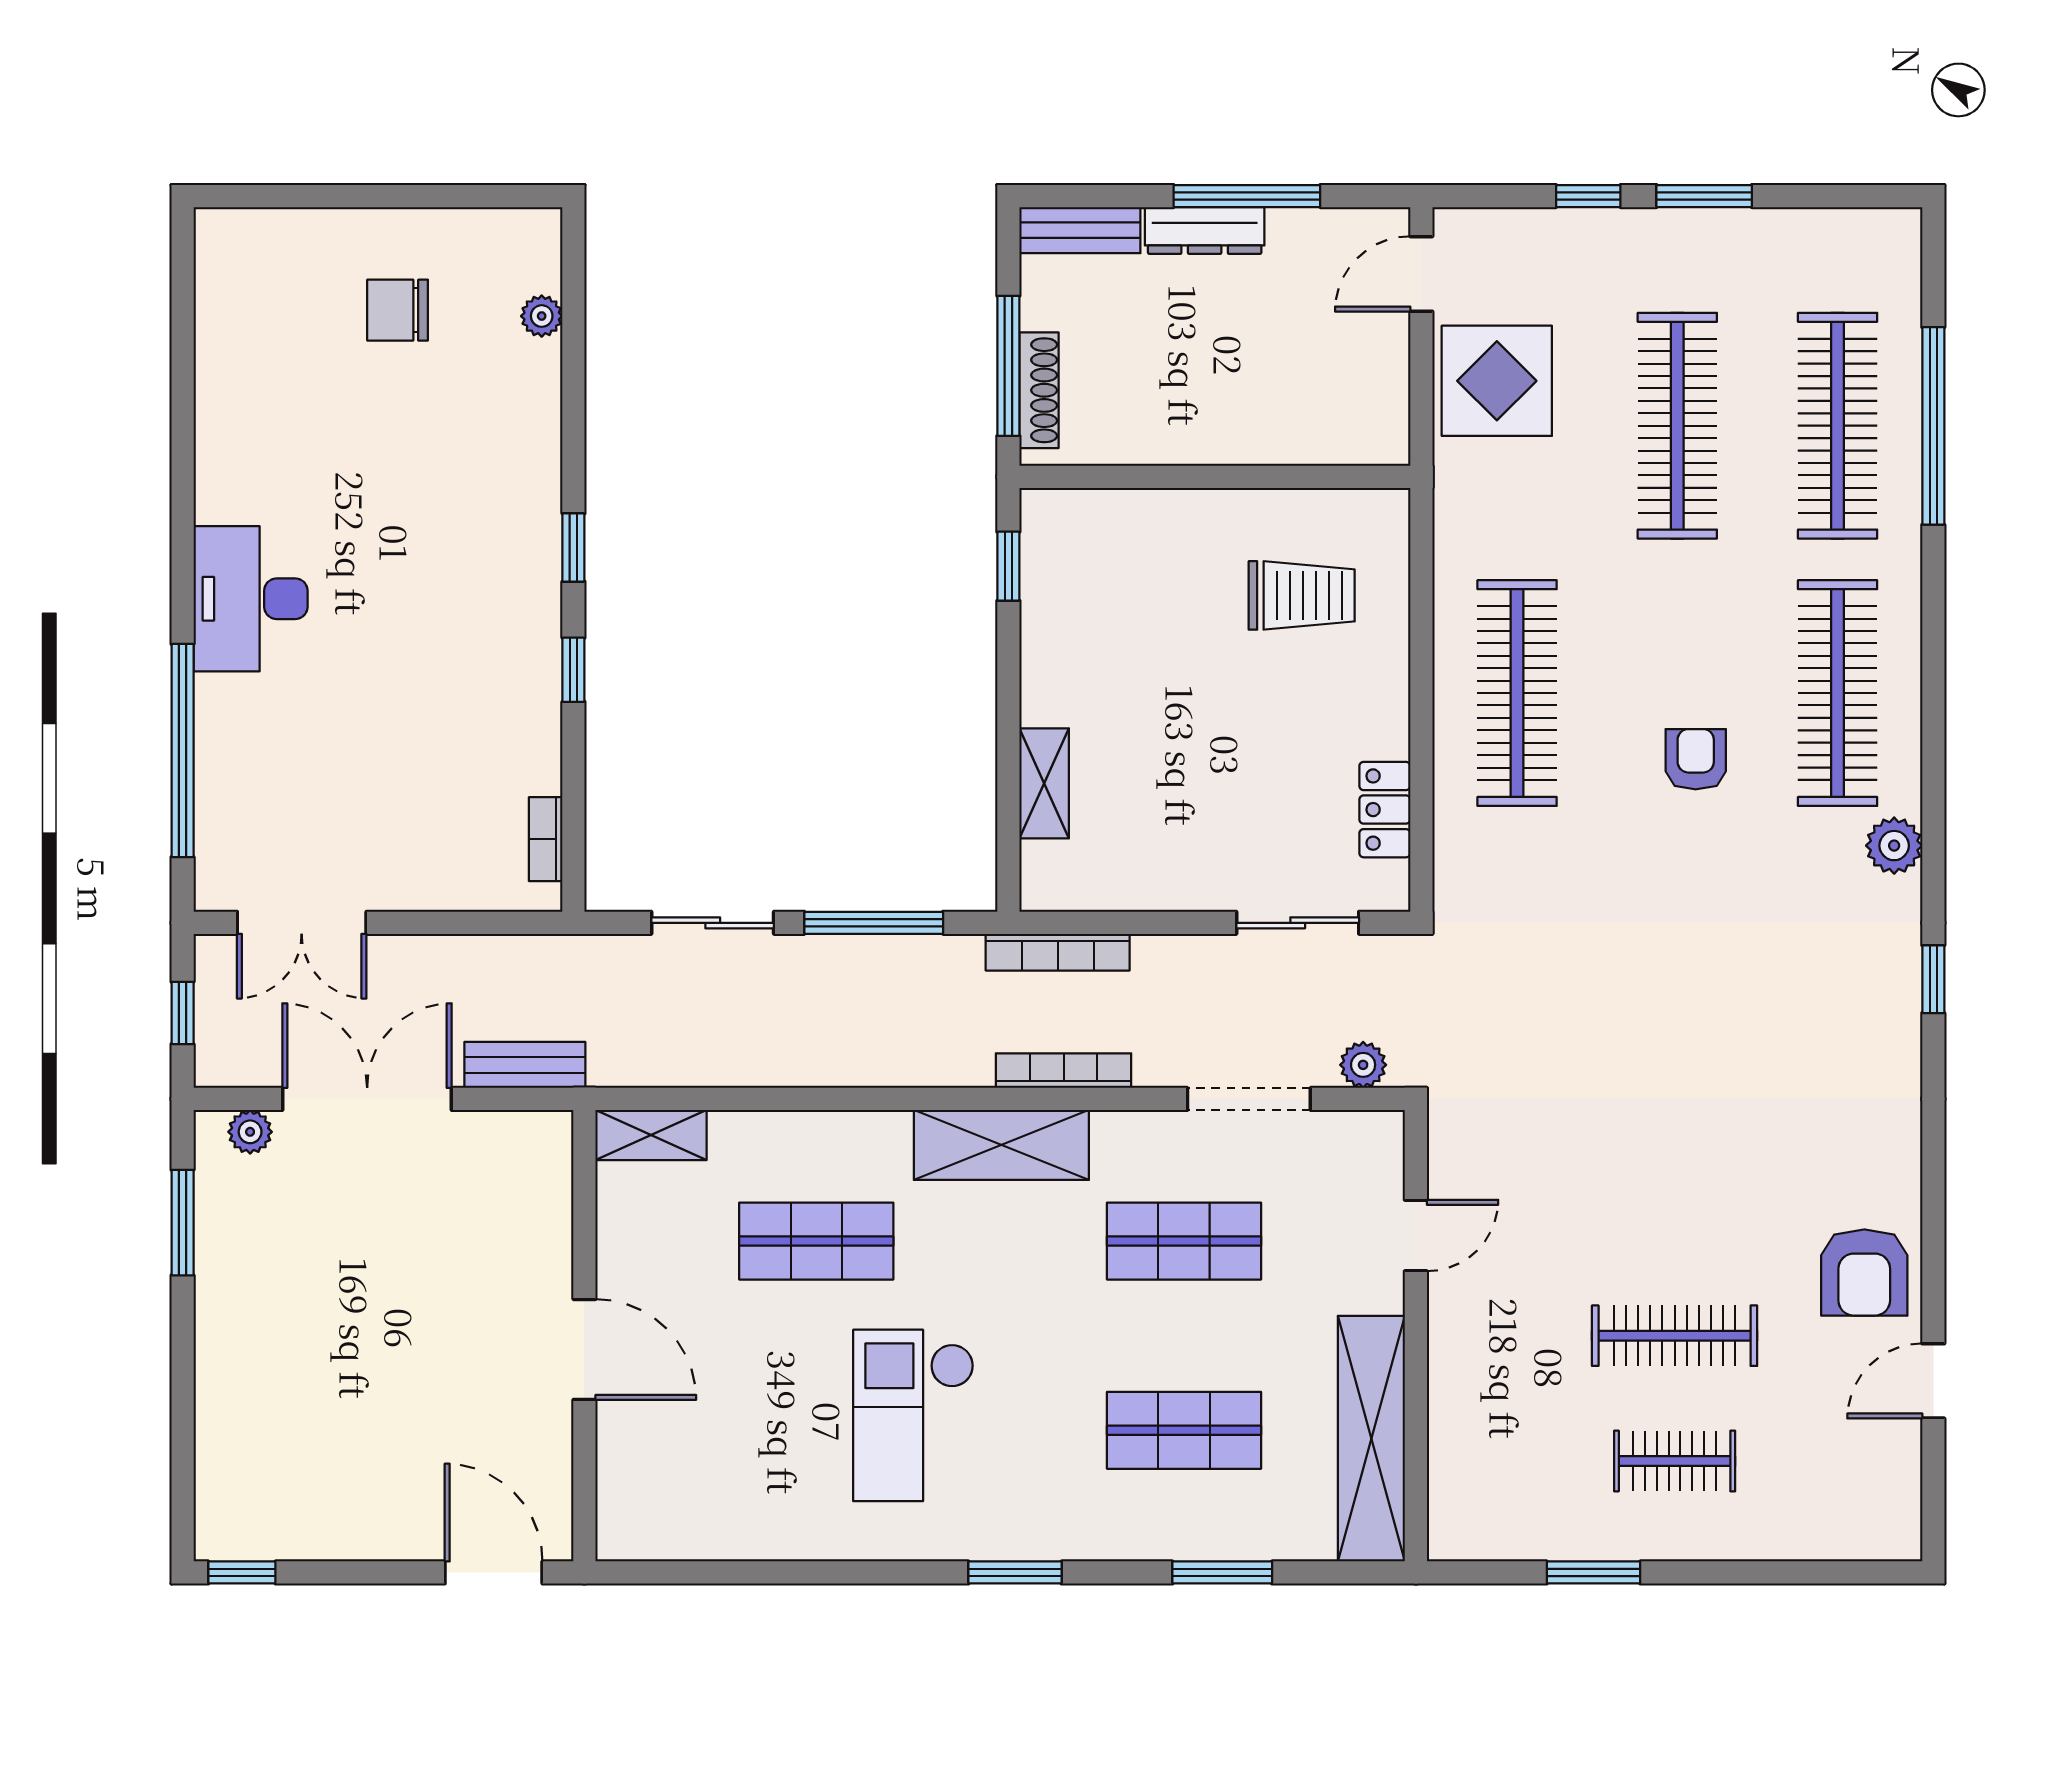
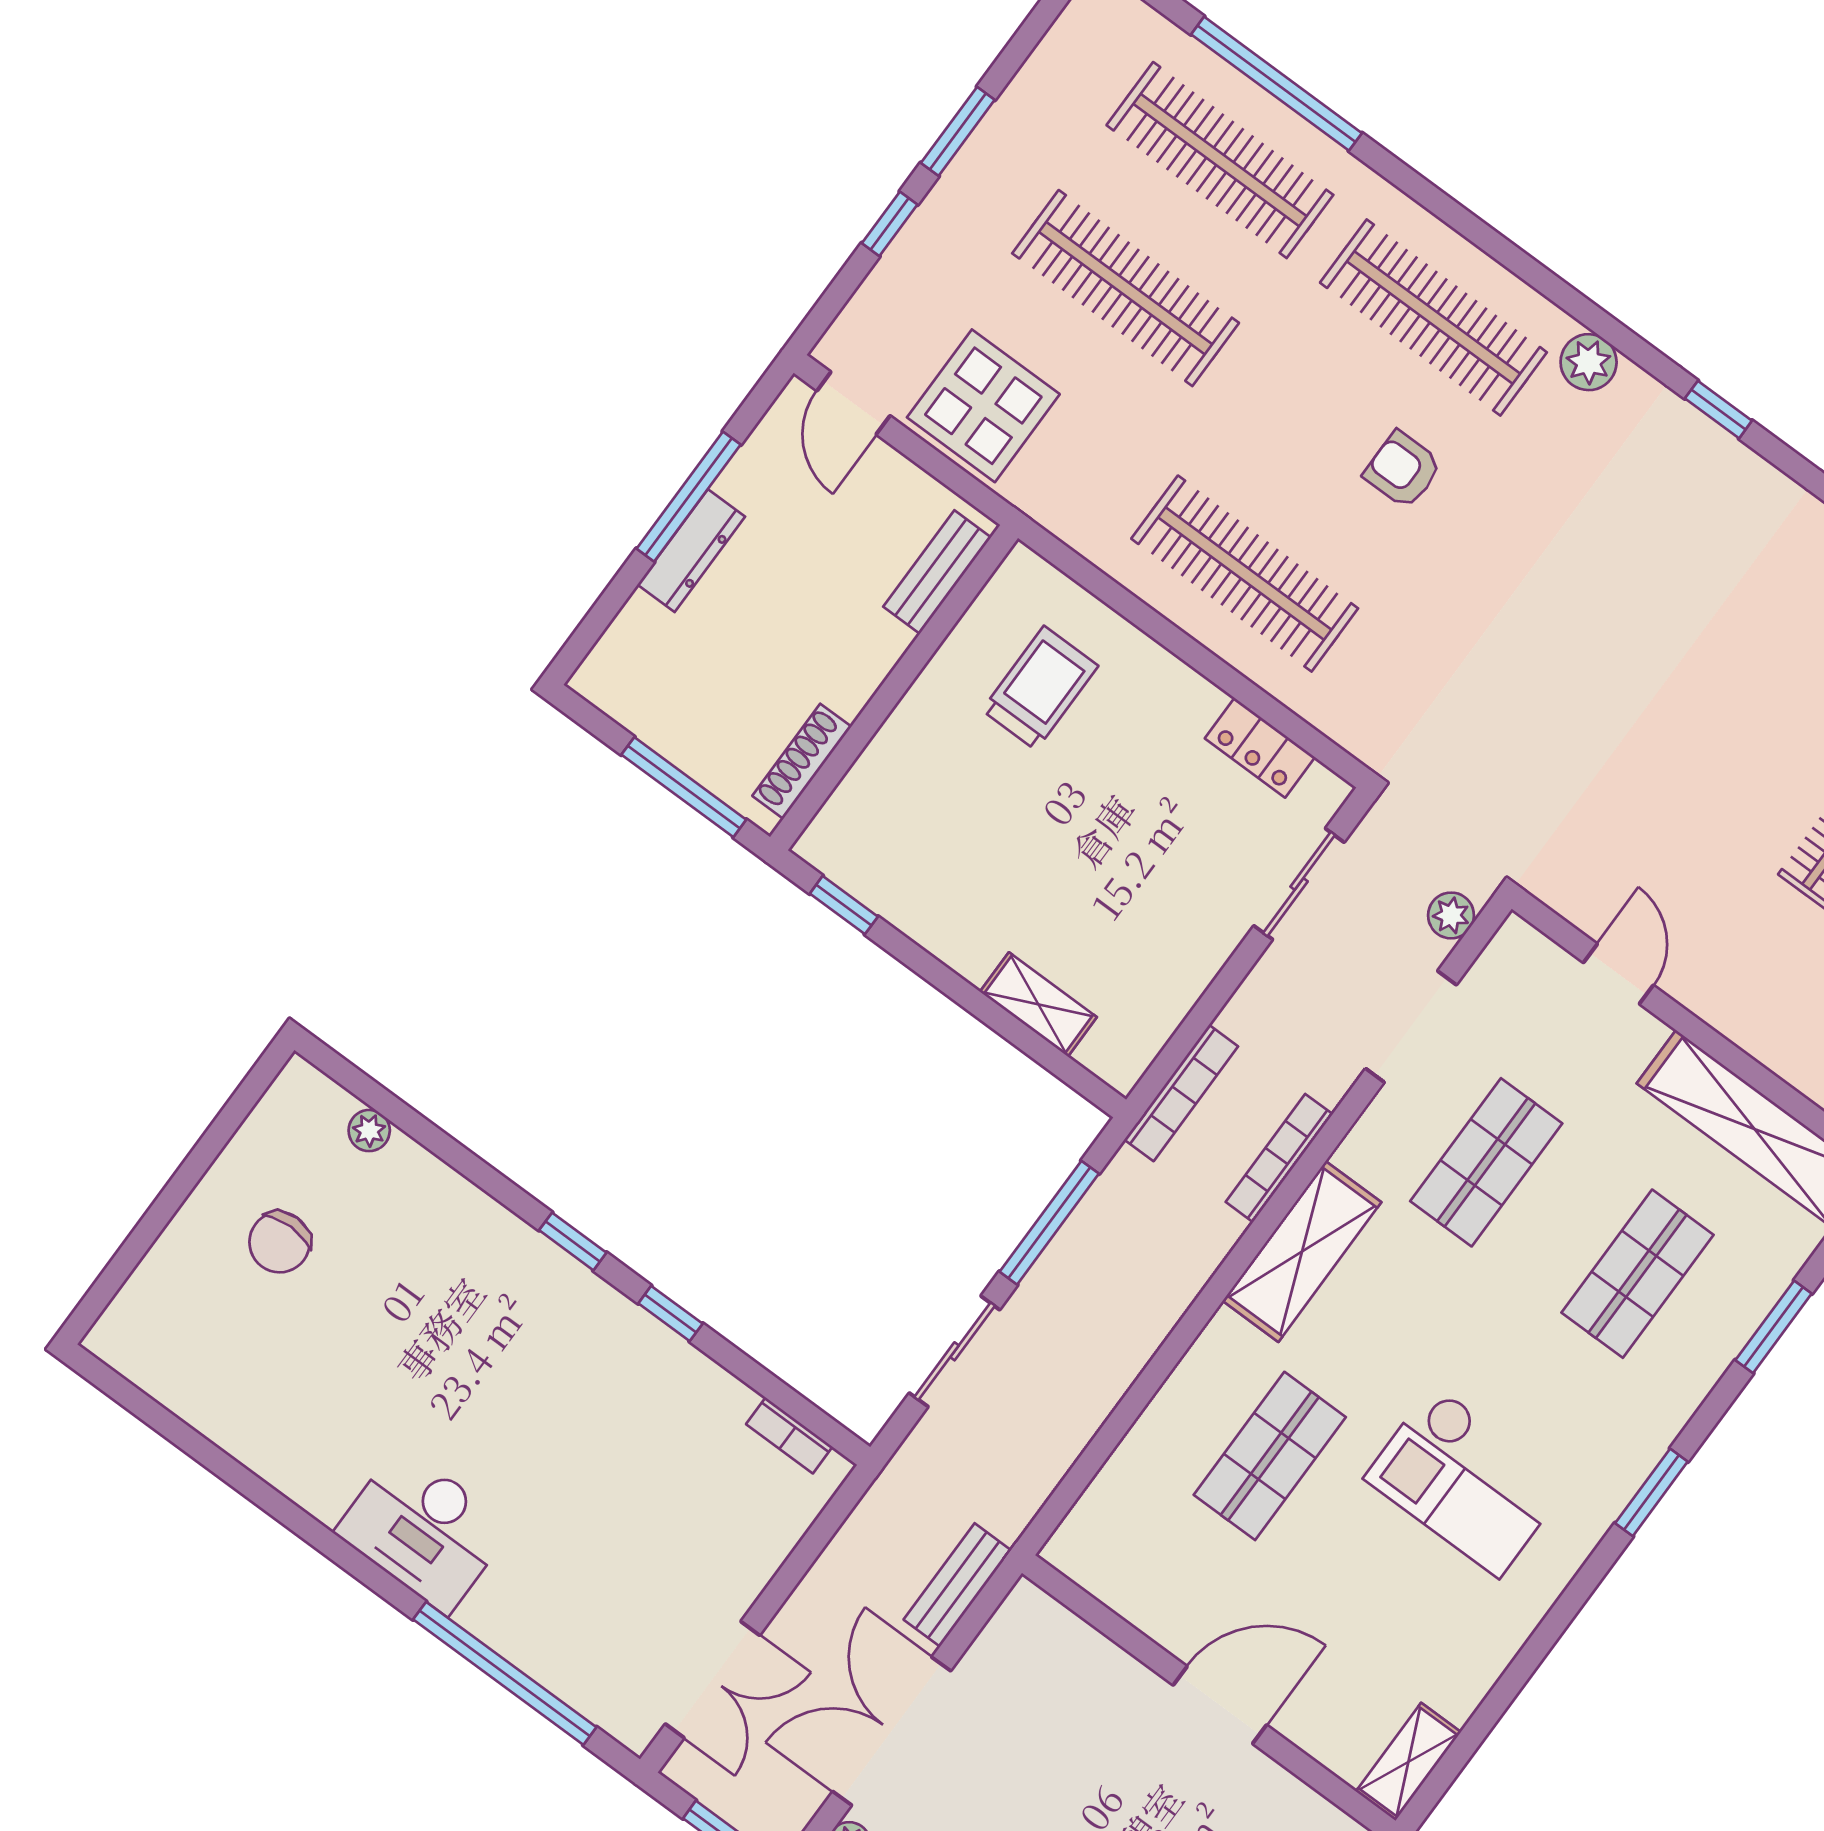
bench: (1080, 230) -> (937, 572), moved
shoe rack: (1039, 390) -> (802, 761), moved, turned -90
shelving: (651, 1135) -> (1408, 1762), moved

